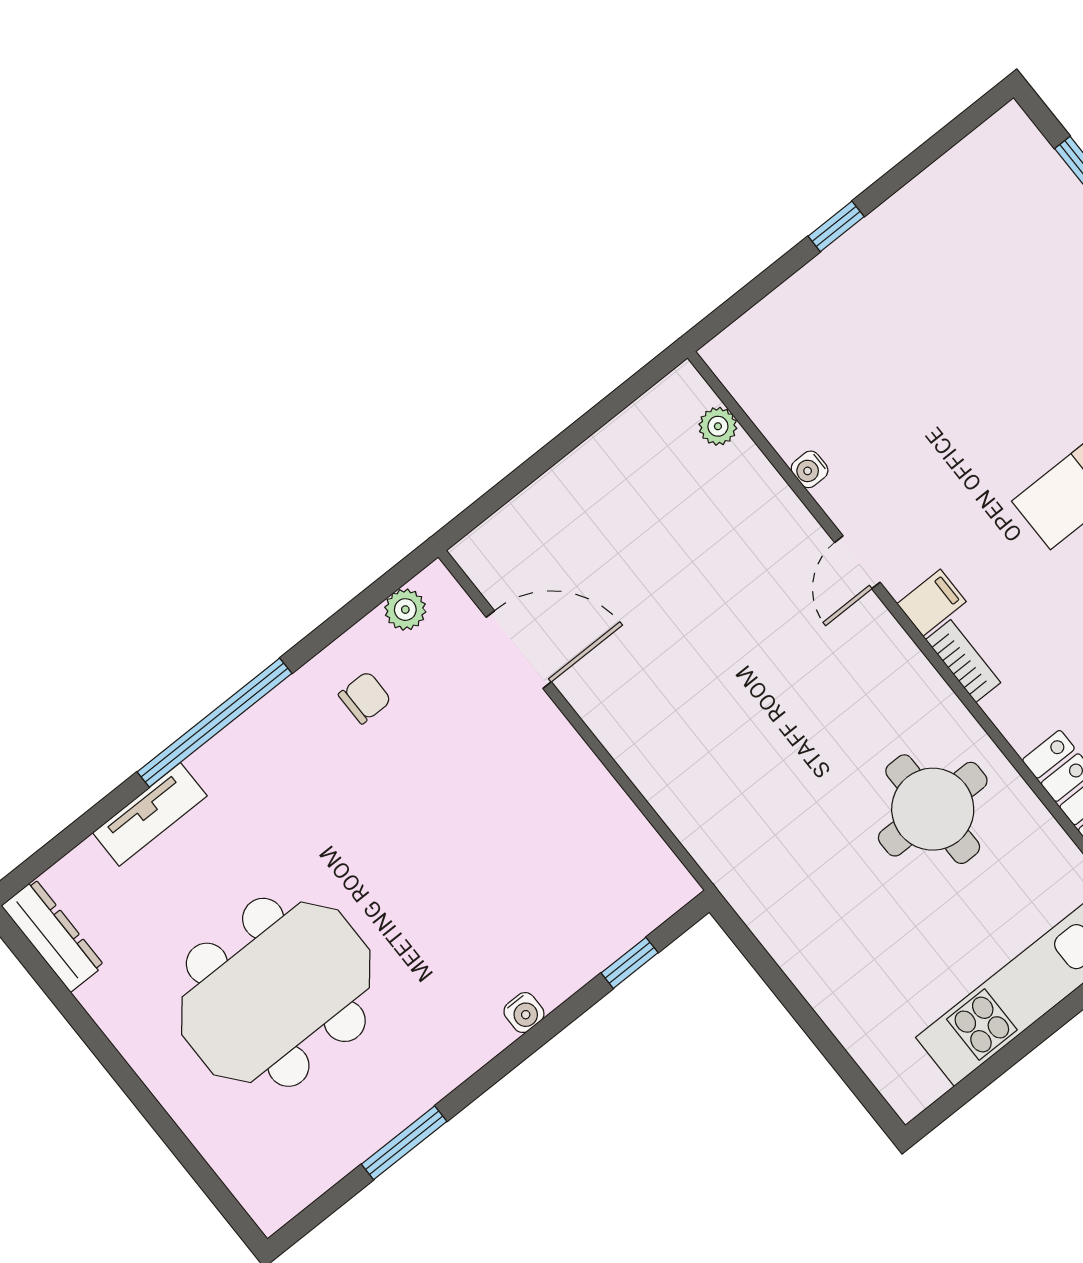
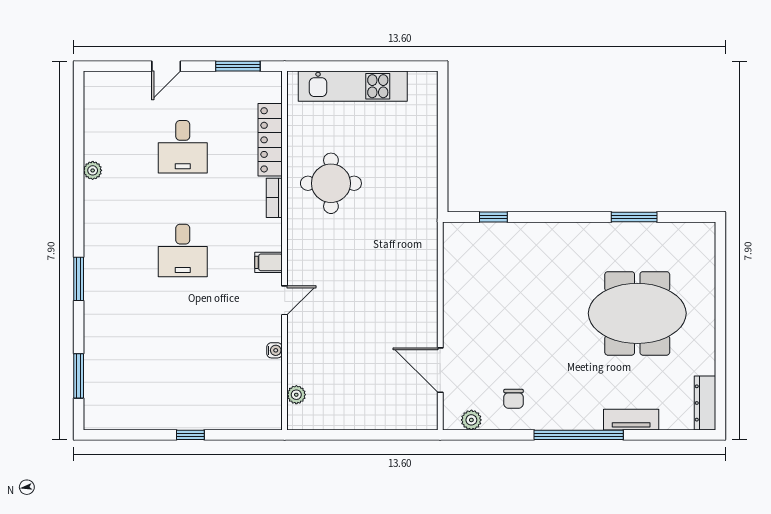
bookcase: (963, 661) -> (274, 198), moved
chair: (365, 697) -> (514, 399), turned -90
water cooler: (524, 1013) -> (549, 230), removed

